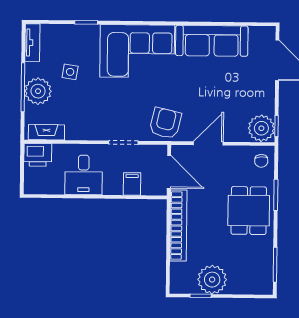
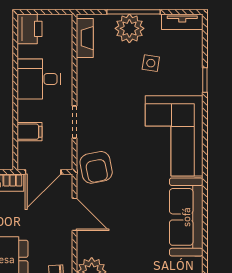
armchair: (165, 123) -> (96, 167), turned 66
printer: (38, 155) -> (30, 29), moved, turned 180

